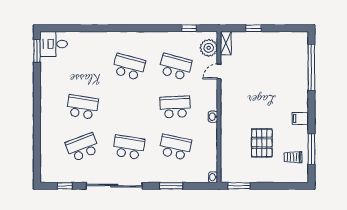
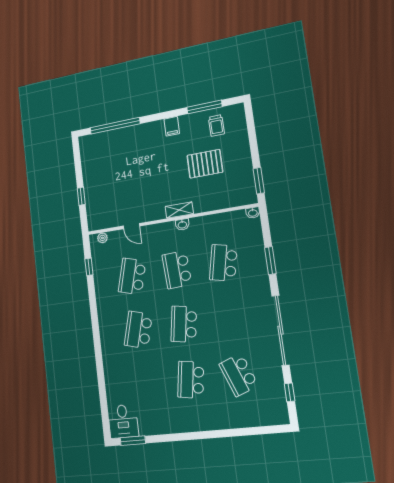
shelving: (226, 43) -> (179, 210), moved
plant: (209, 48) -> (102, 238), width x0.53, depth x0.53
school desk: (129, 147) -> (184, 324), moved

